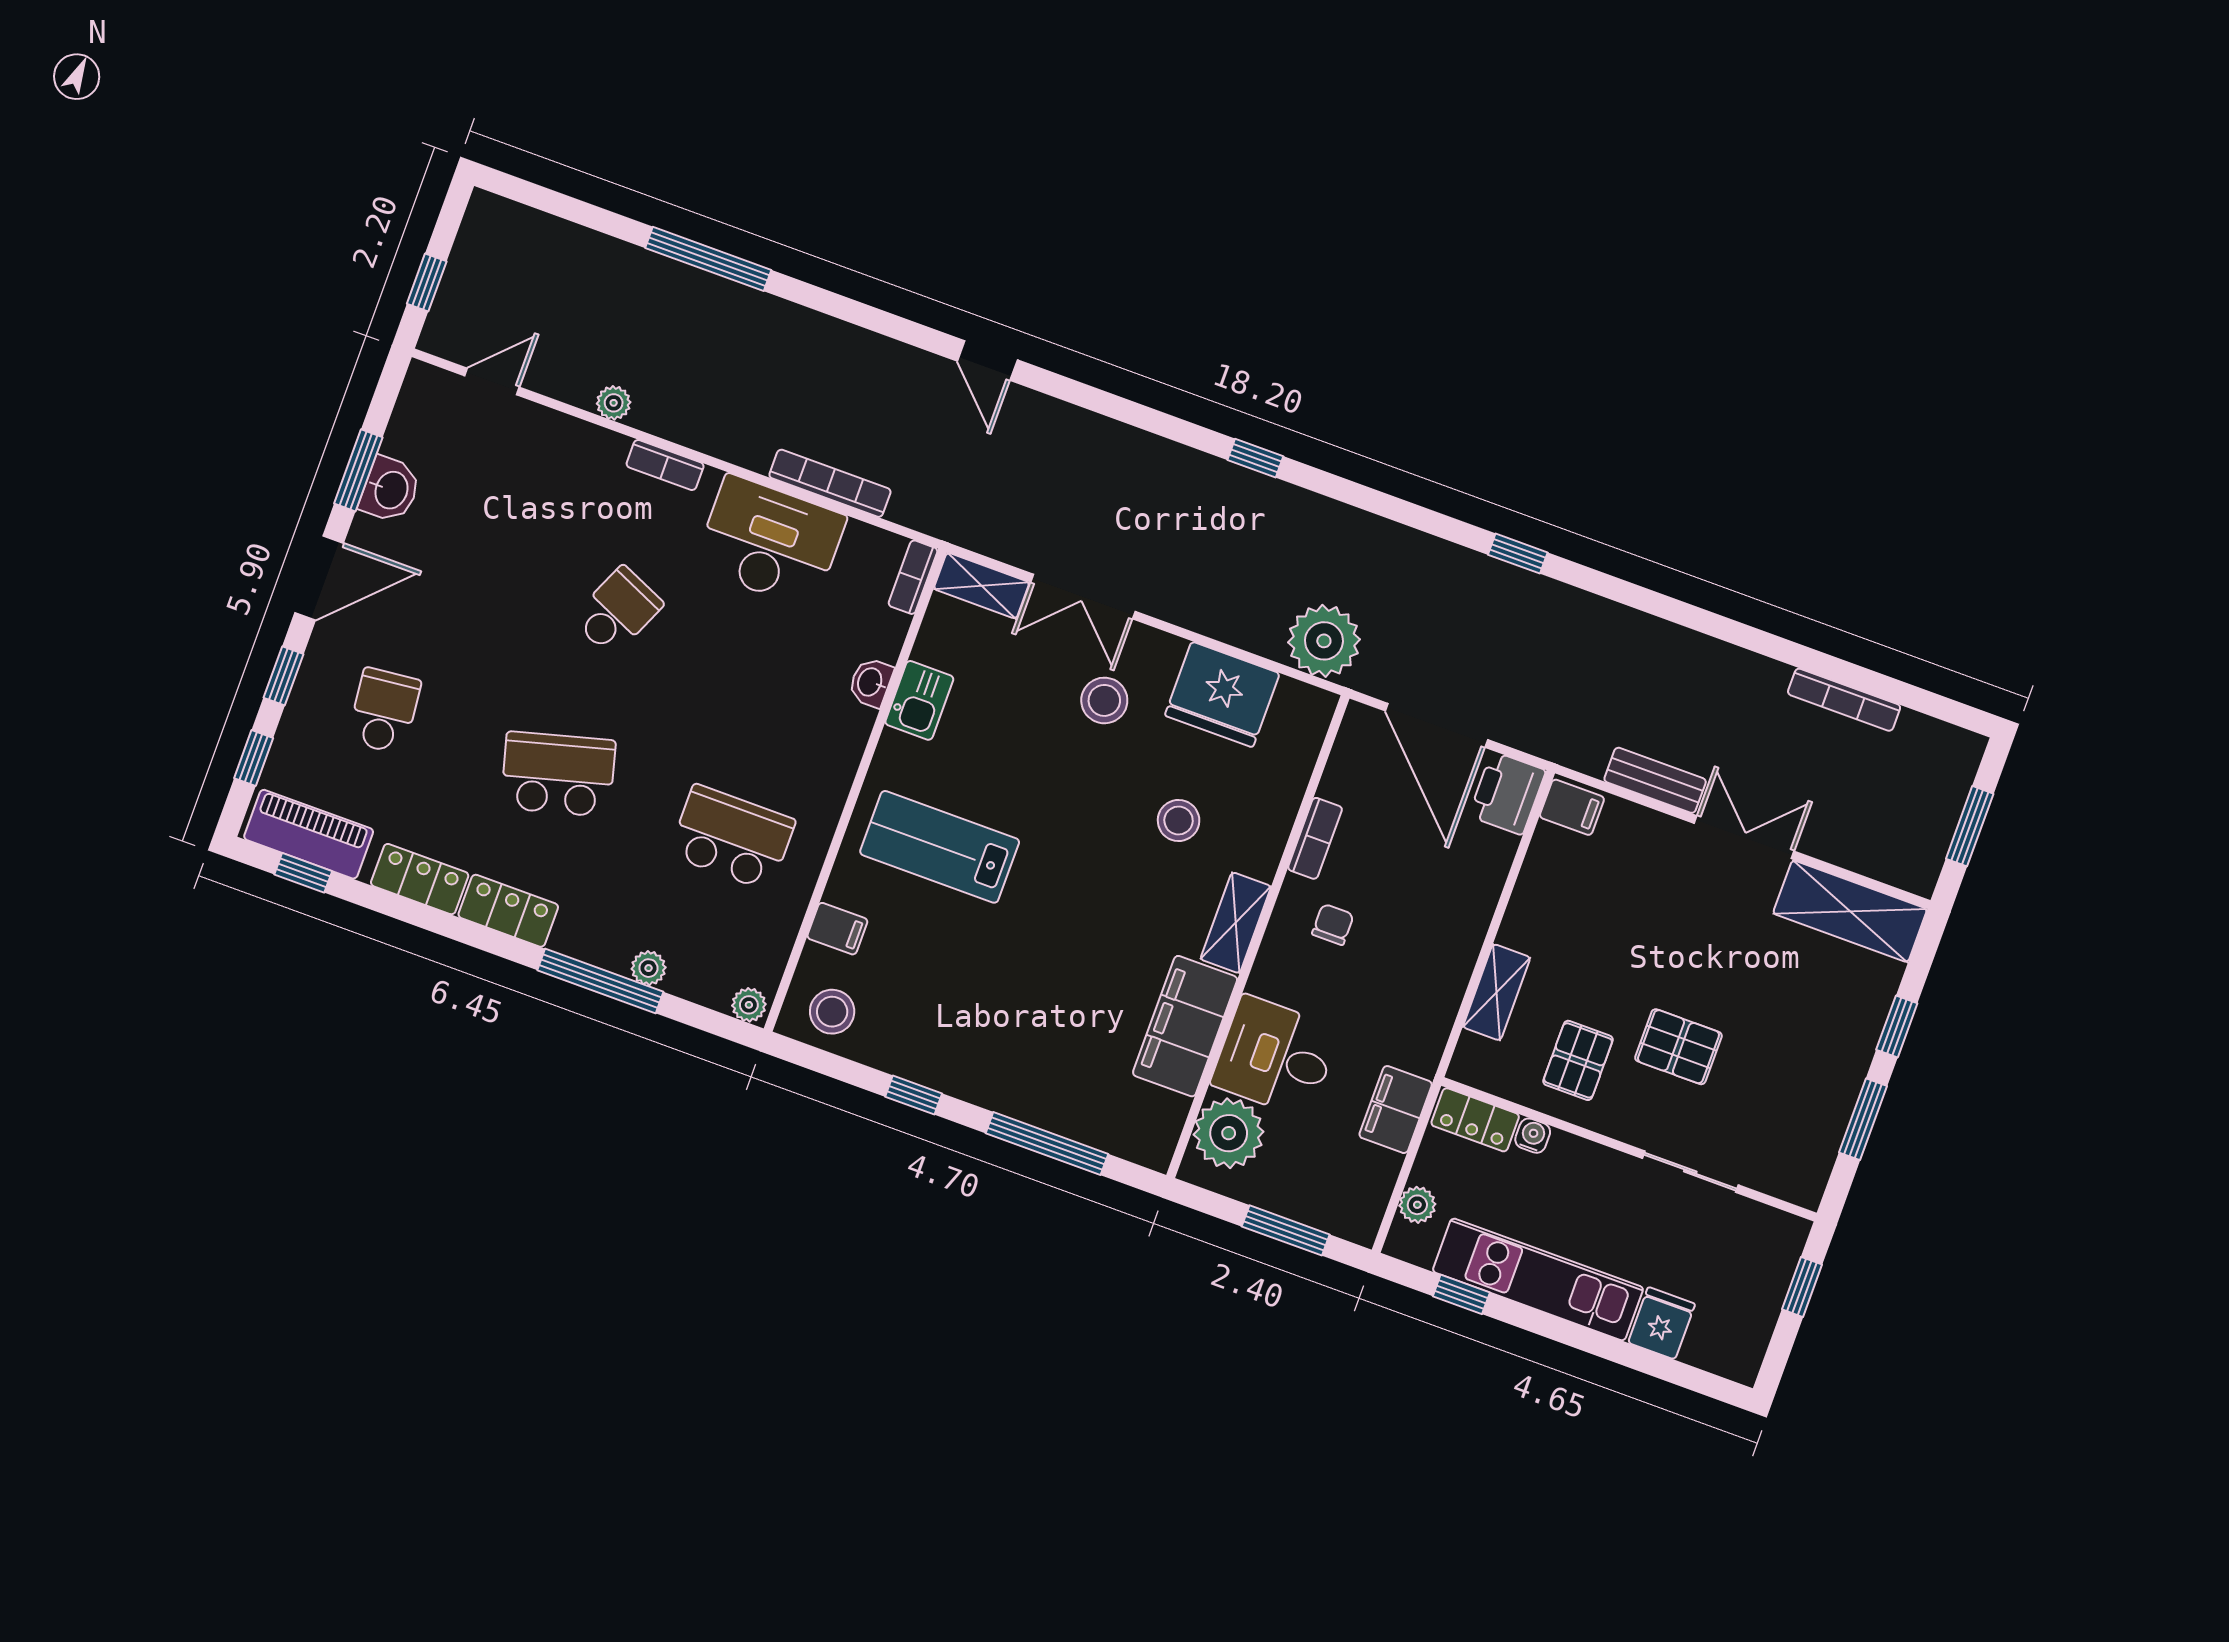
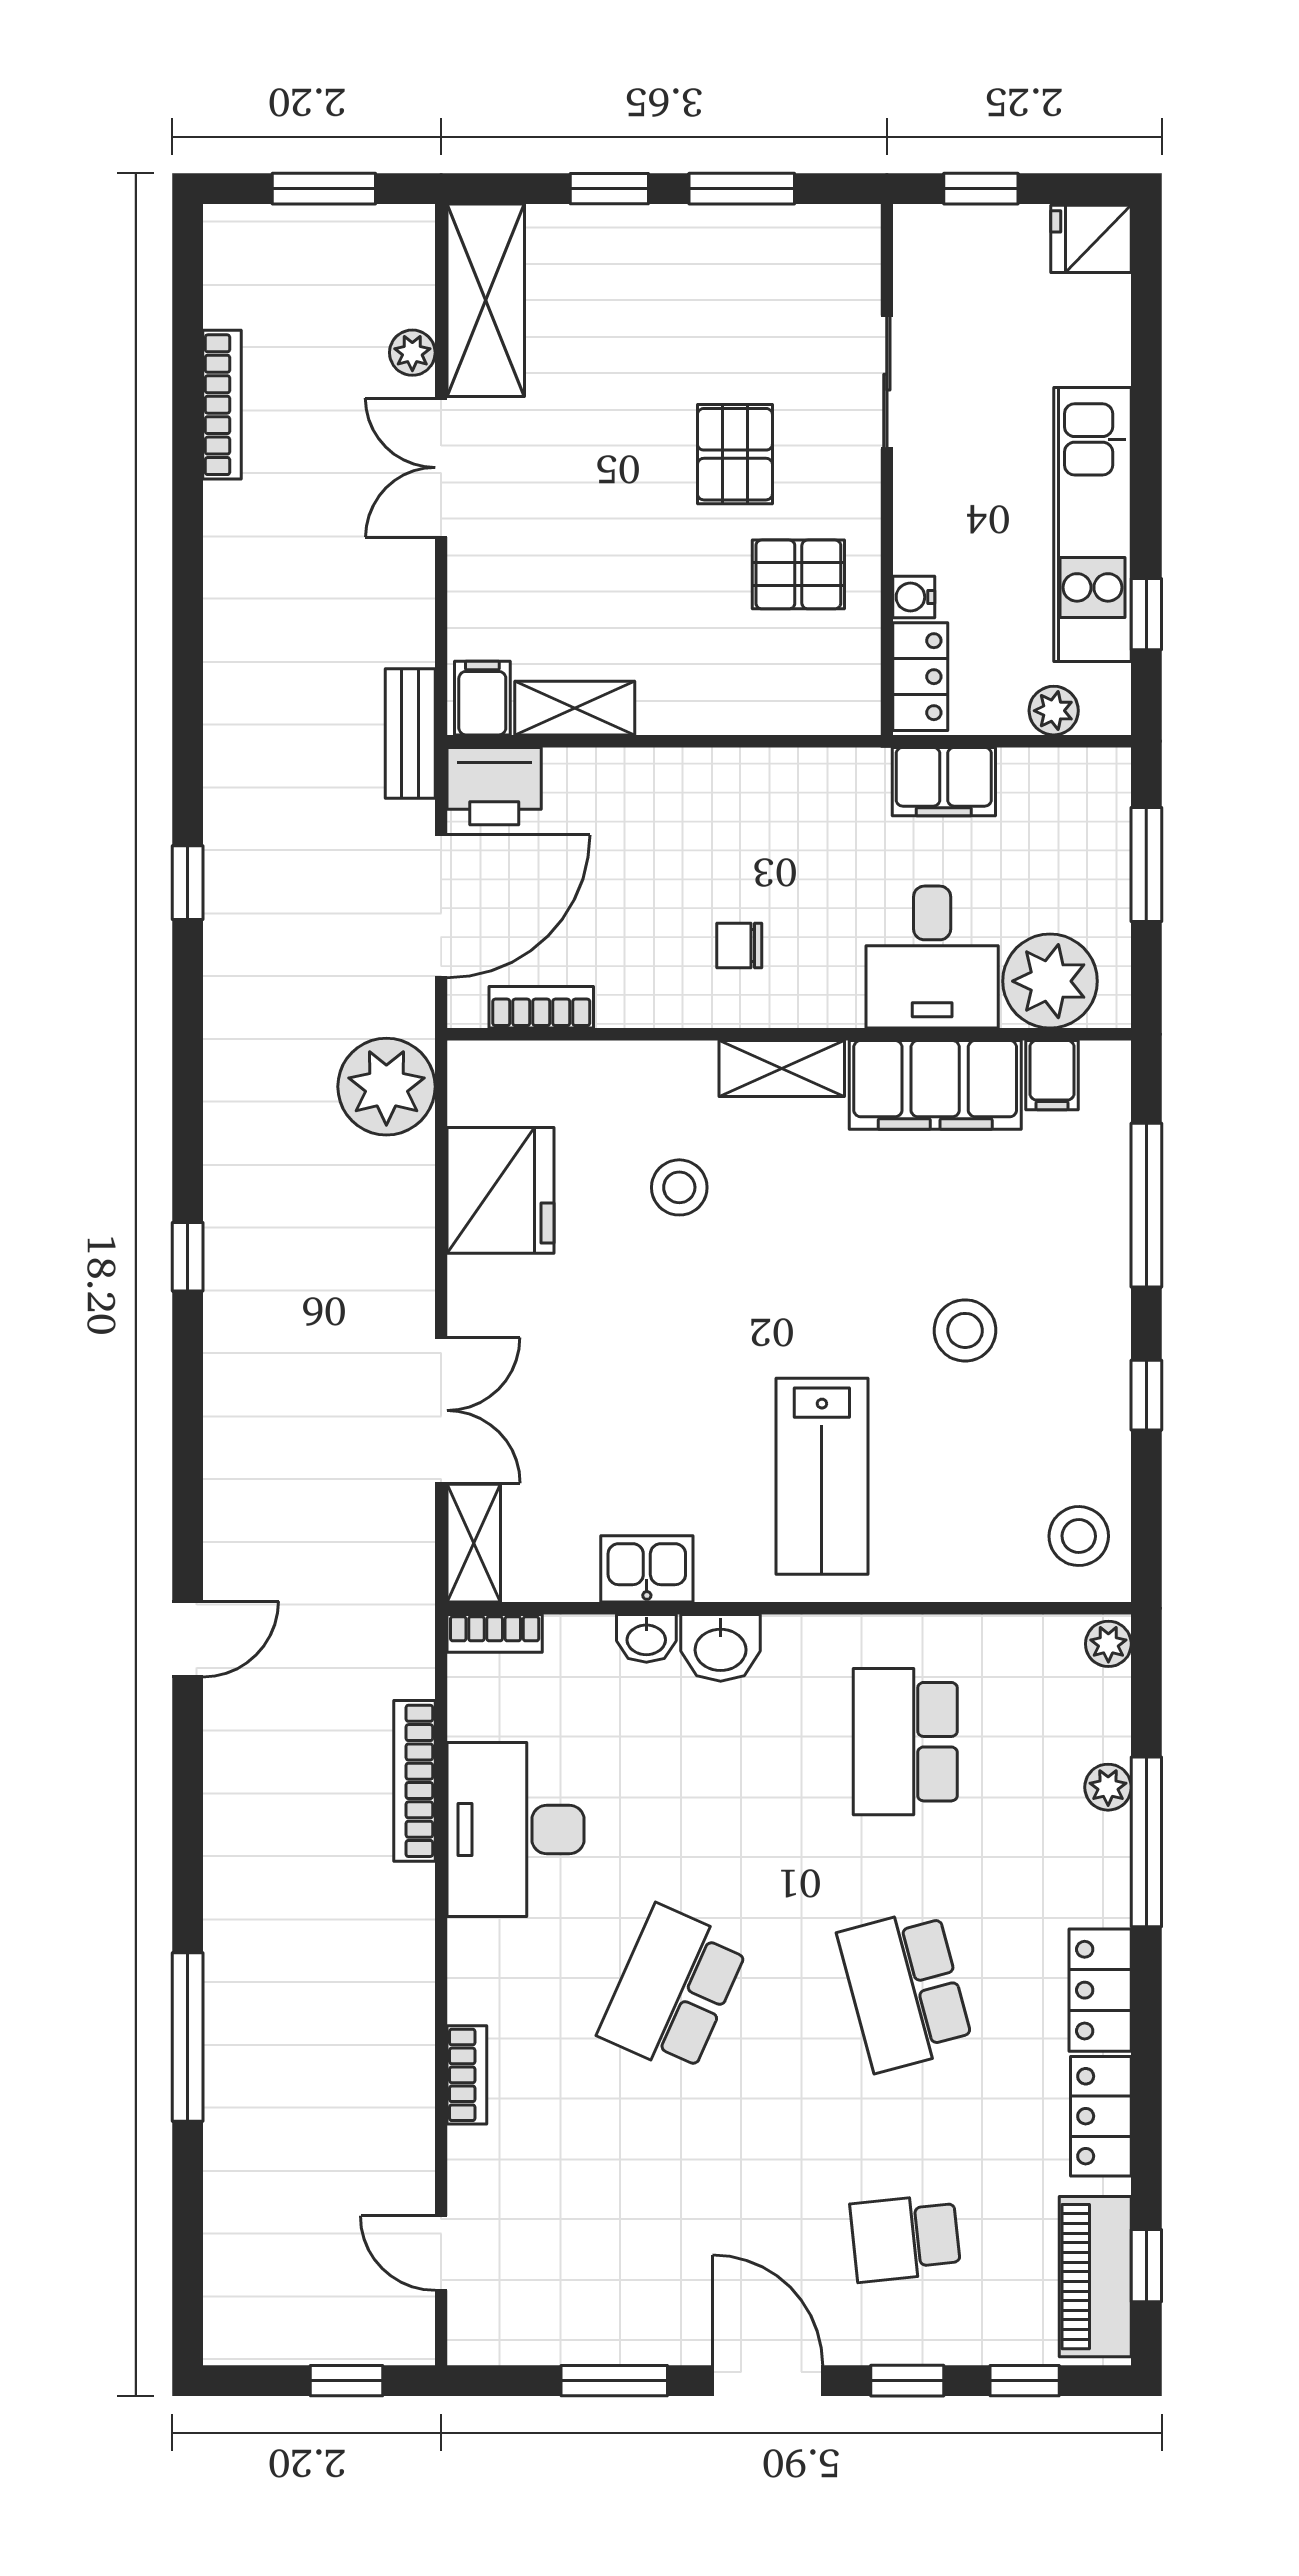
plant: (614, 403) -> (412, 353), moved
bookcase: (665, 465) -> (467, 2075), moved
washbasin: (390, 490) -> (721, 1648), moved, turned 180
school desk: (617, 611) -> (673, 1990), width x1.85
stool: (1104, 700) -> (965, 1330), moved
bench: (1655, 780) -> (410, 734), moved
bookcase: (1315, 838) -> (541, 1007), moved
filing cabinet: (837, 929) -> (1052, 1075), moved, turned 180
shelving: (1497, 992) -> (575, 708), moved
fridge: (1662, 1323) -> (1091, 239), moved

